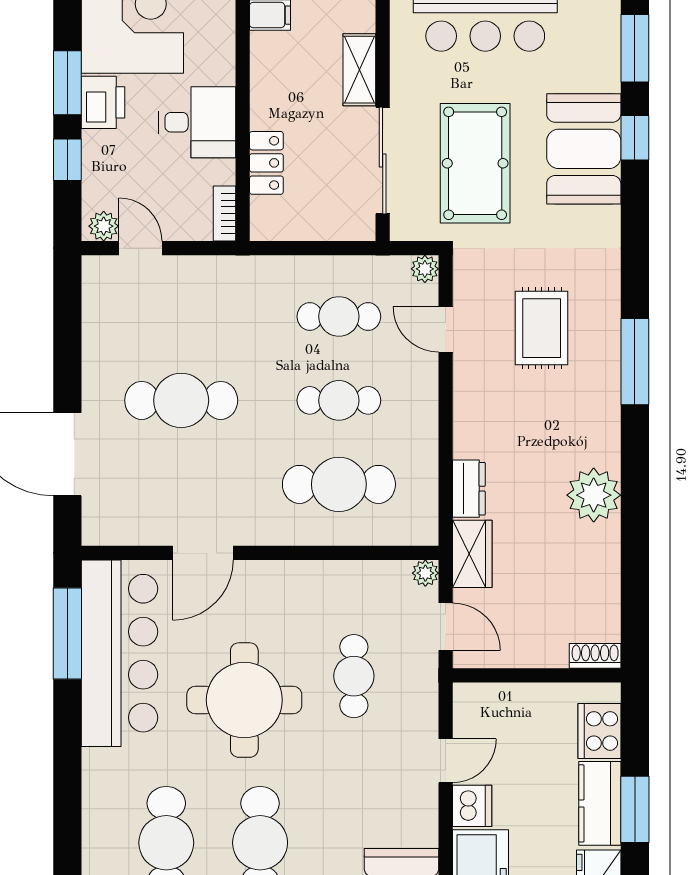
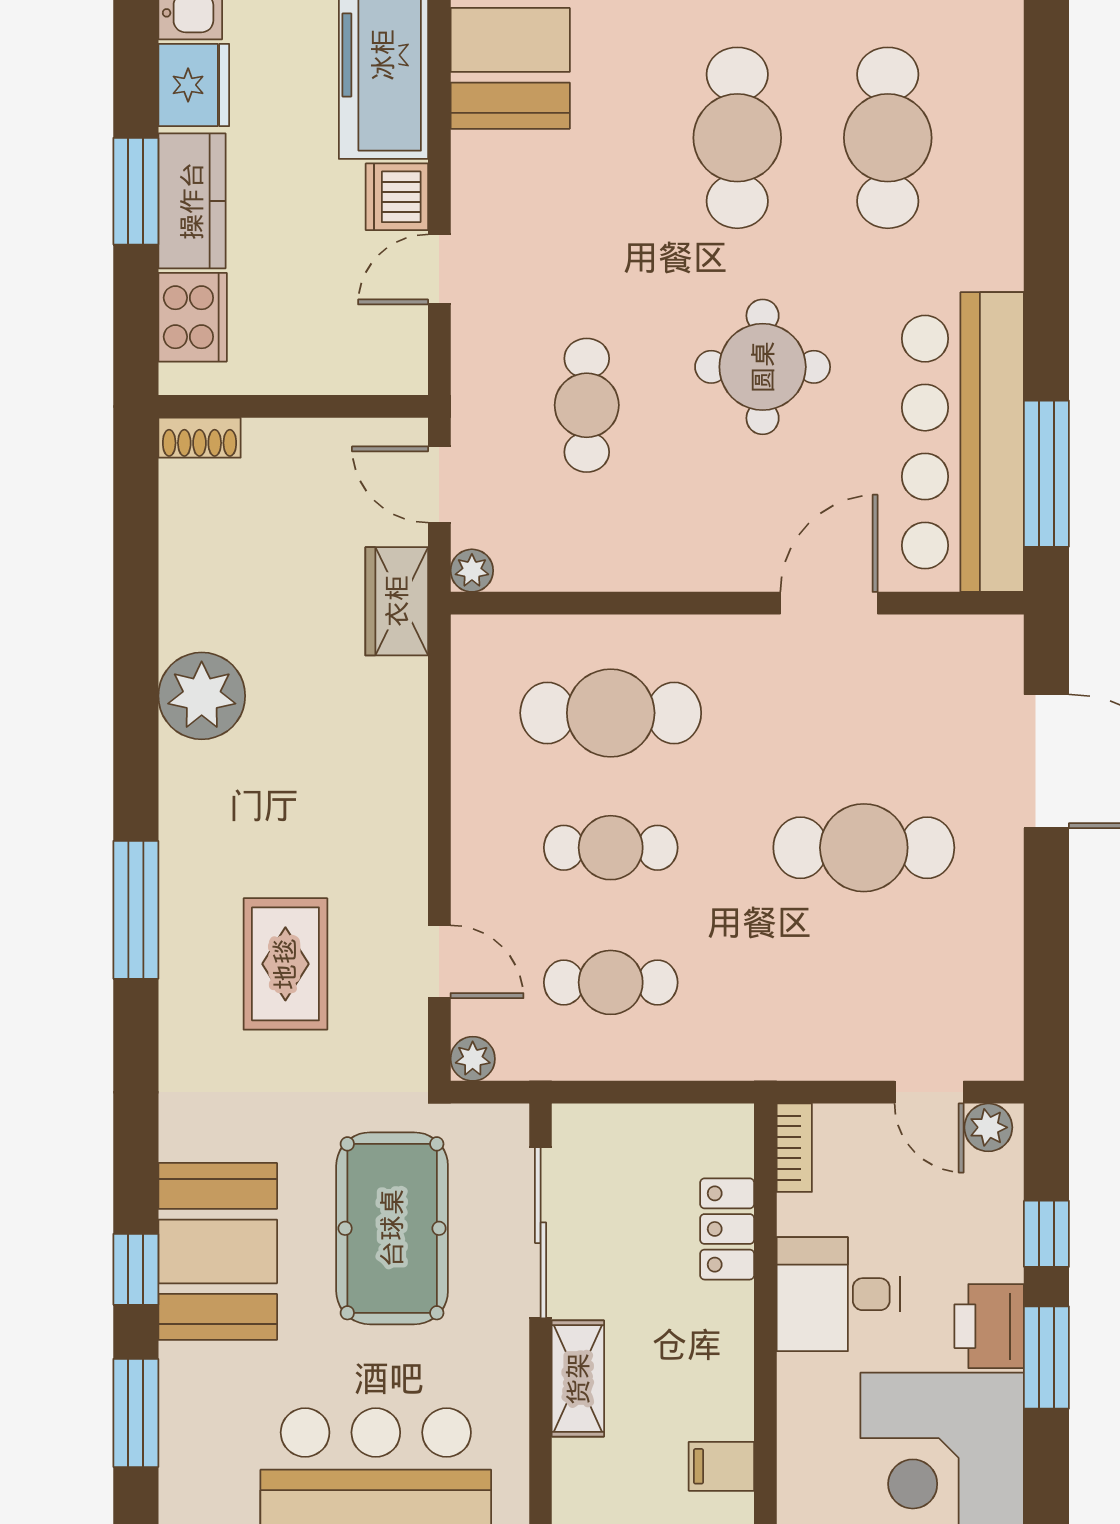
dresser: (469, 489) -> (402, 706), removed
round table: (244, 700) -> (763, 367), width x0.73, depth x0.73

